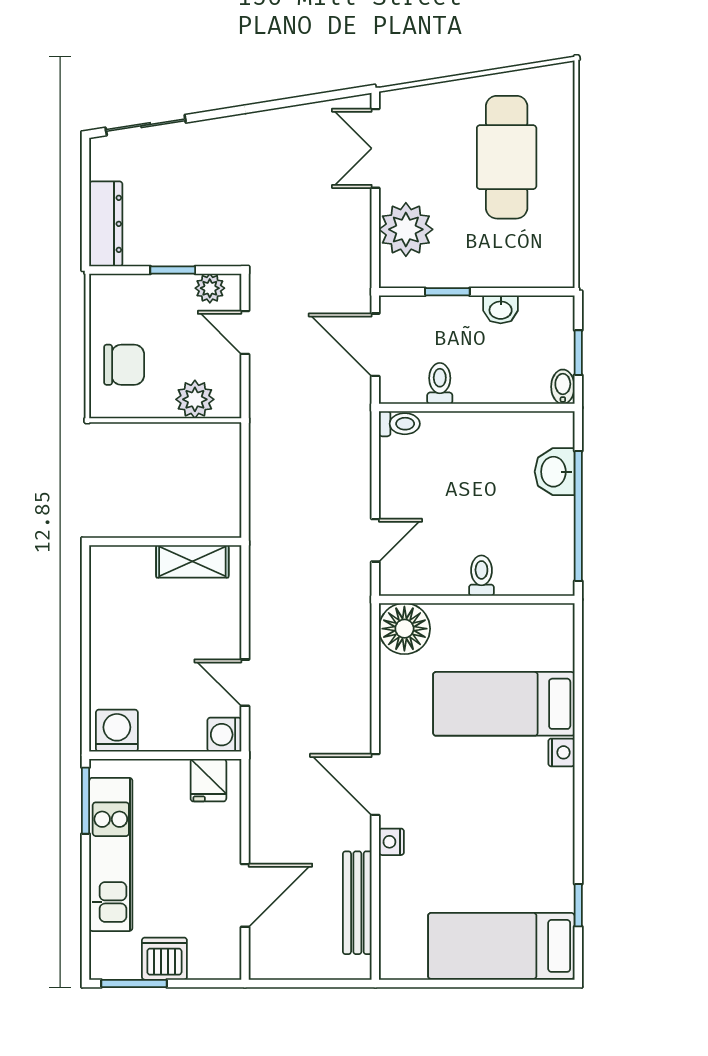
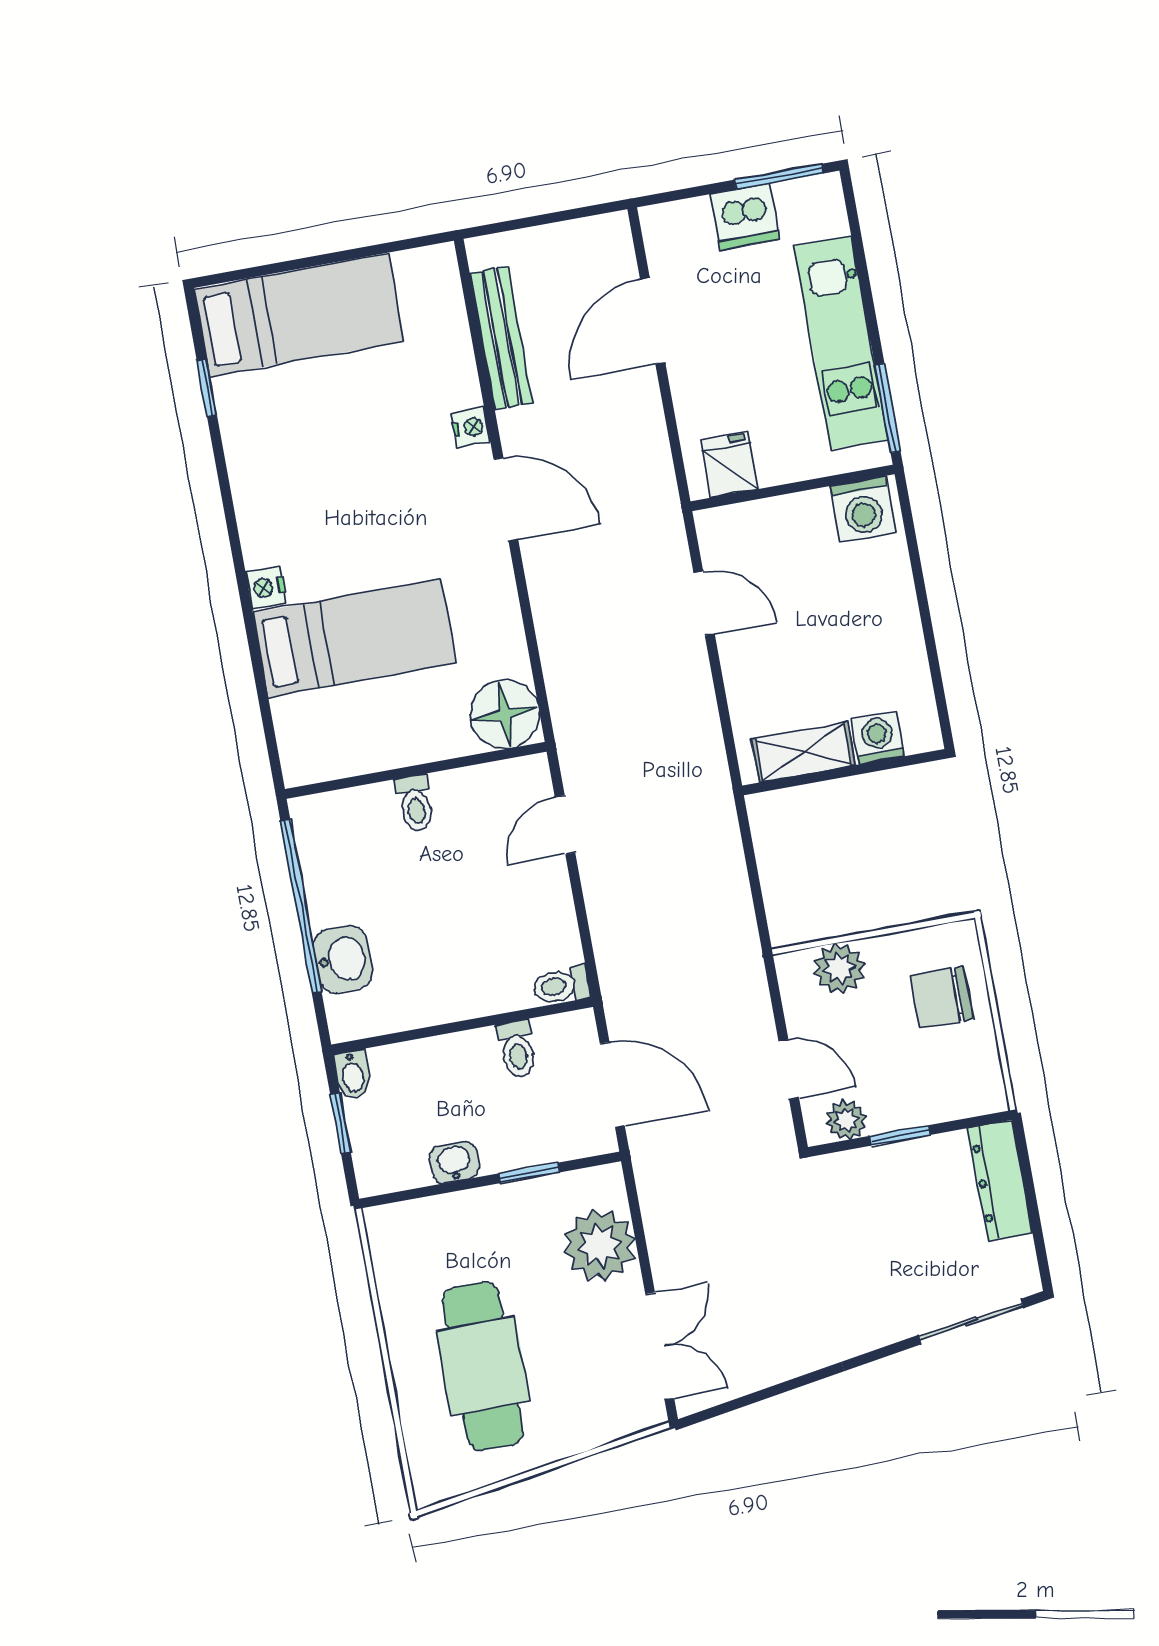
washing machine: (224, 735) -> (878, 738), moved, turned -90

